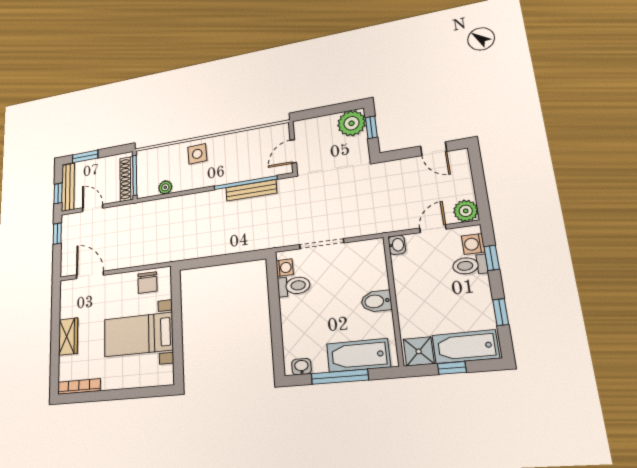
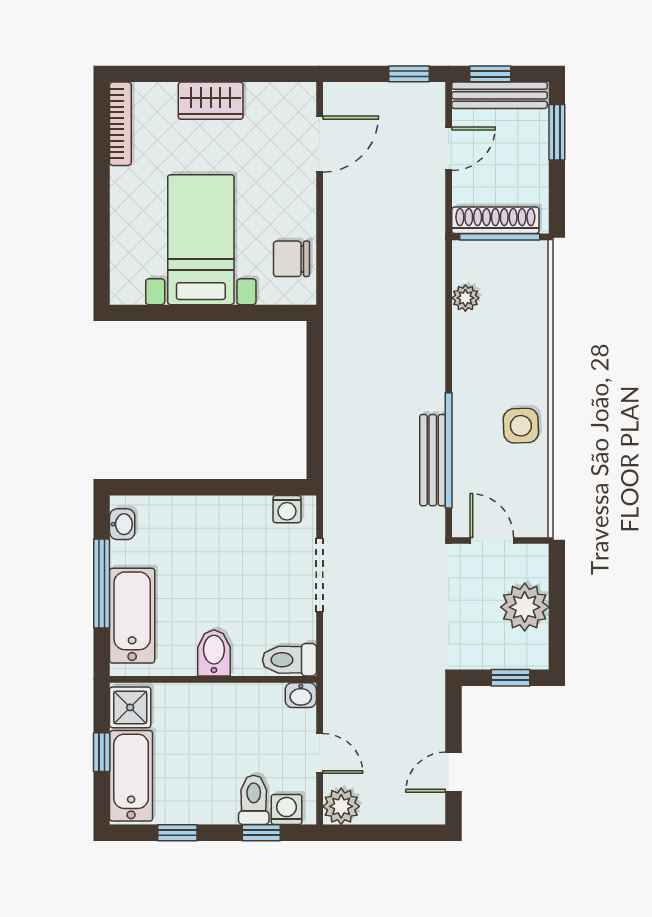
plant: (352, 123) -> (525, 607), moved
side table: (197, 154) -> (521, 426), moved
toilet: (294, 286) -> (289, 660), moved, turned 90

